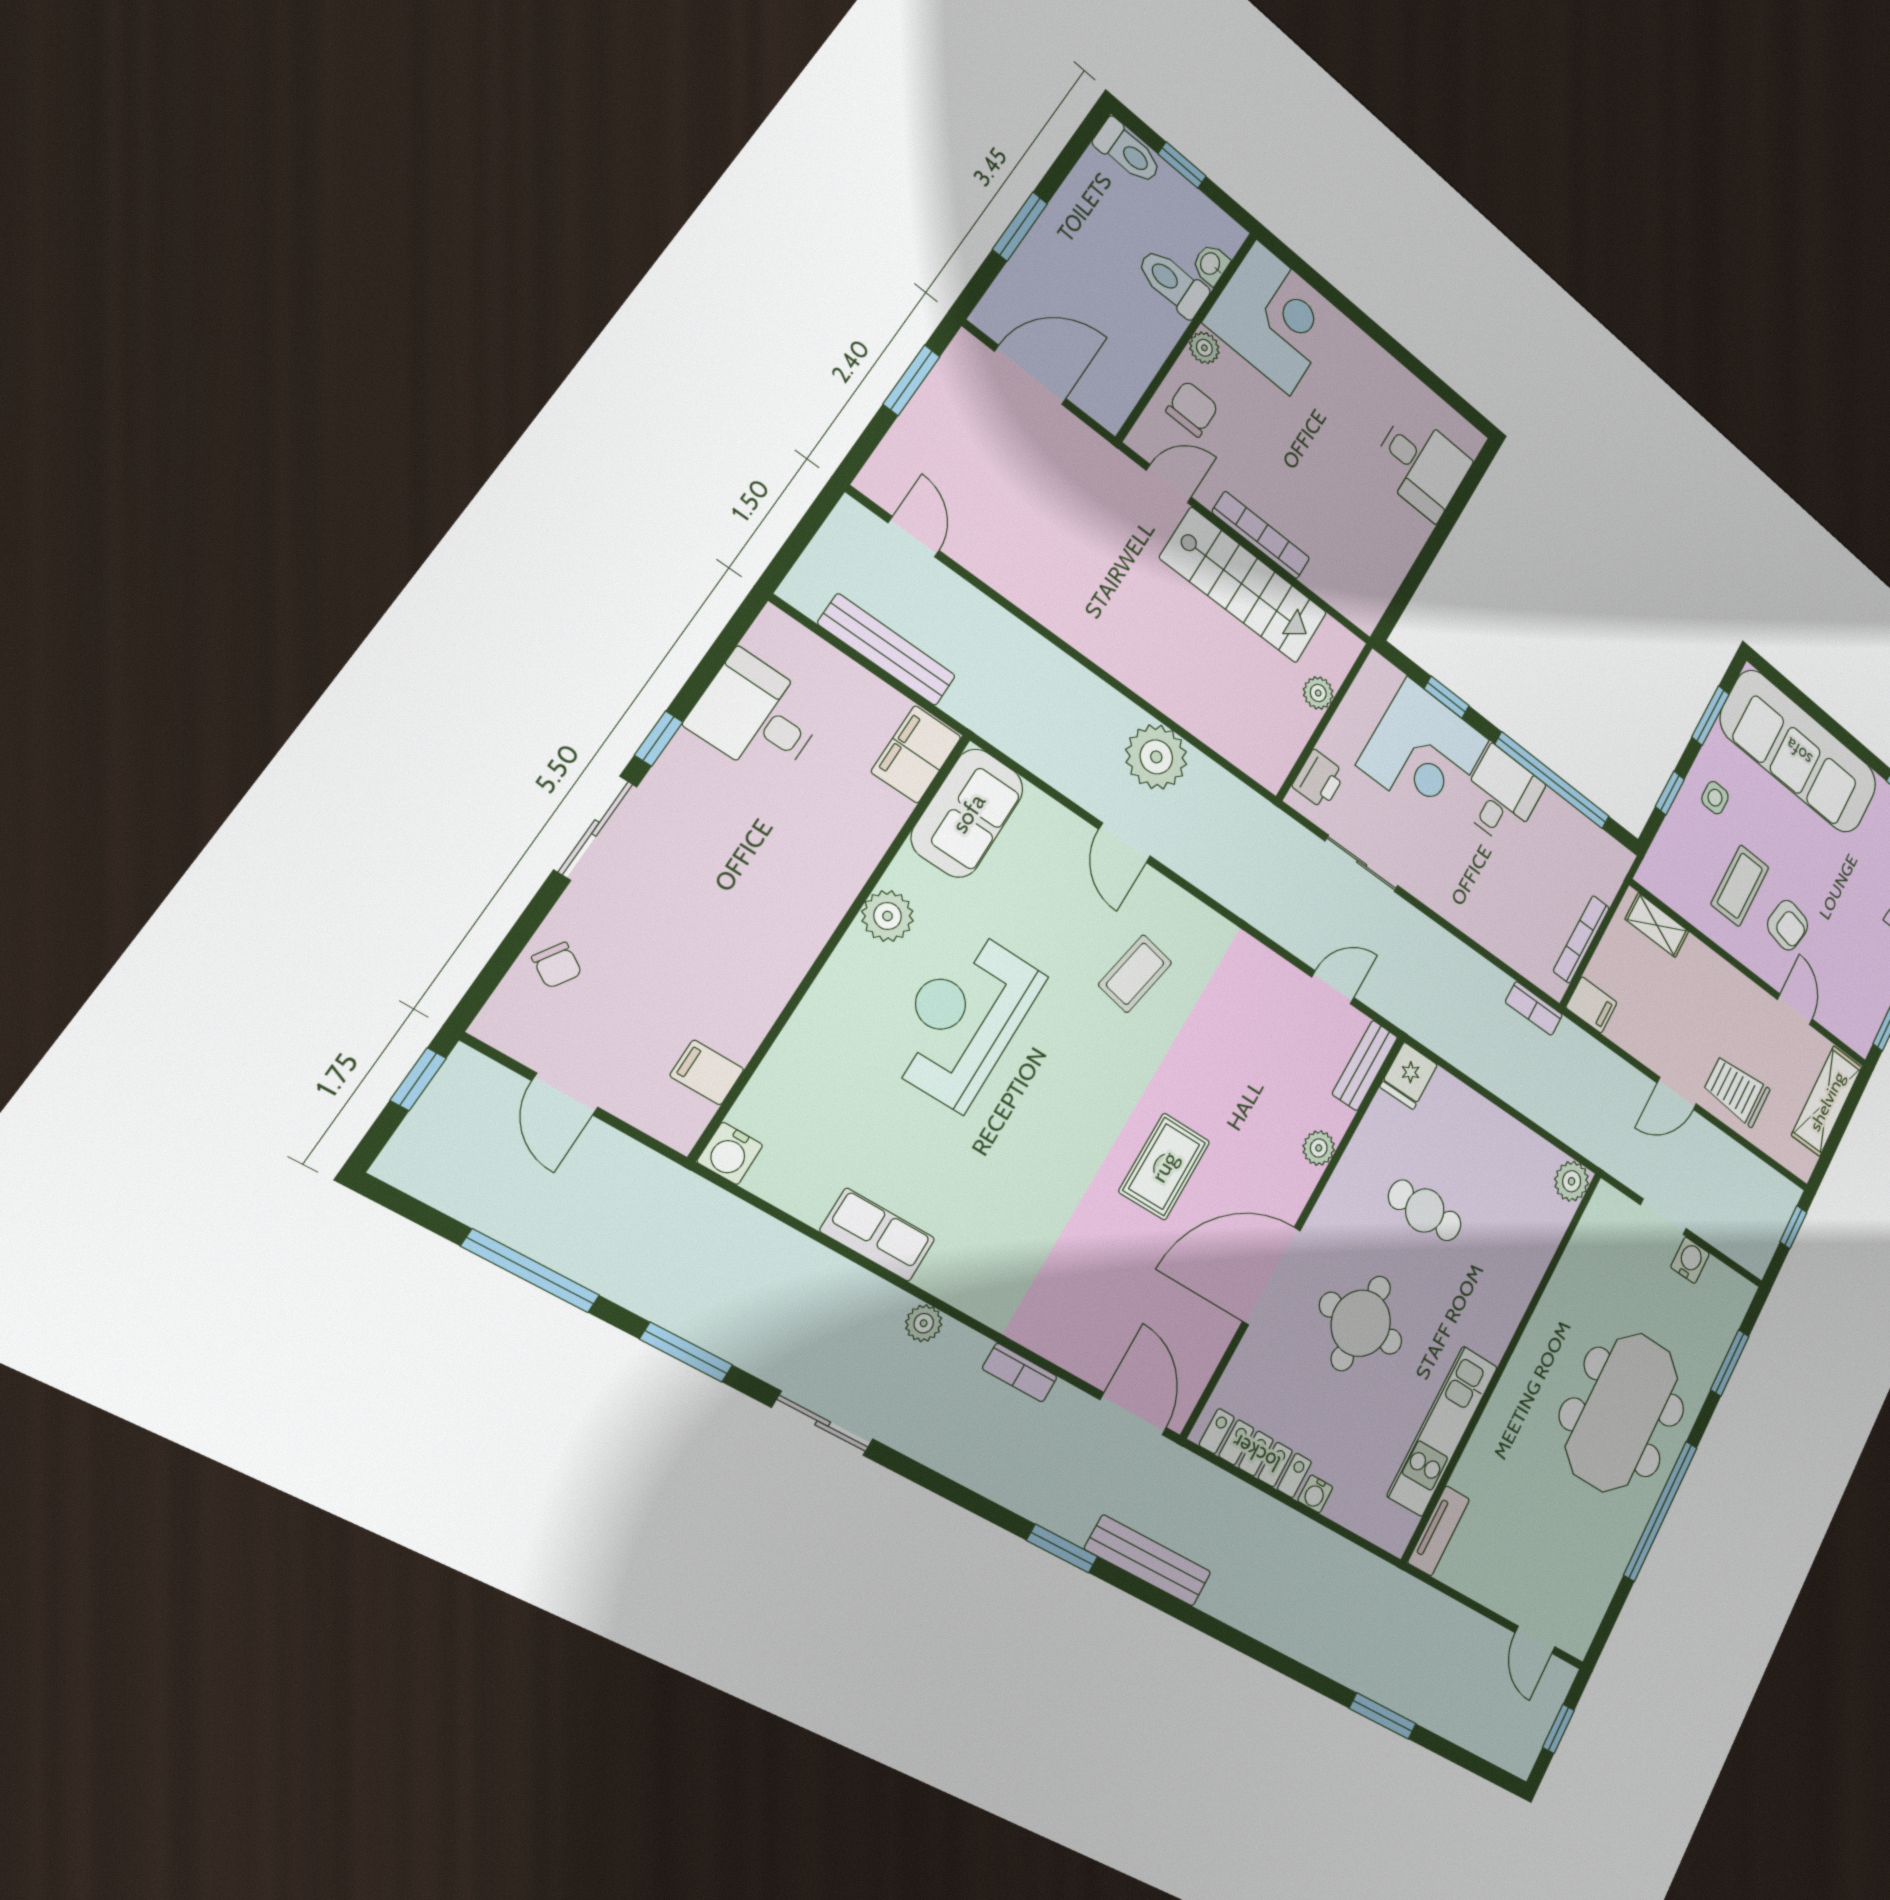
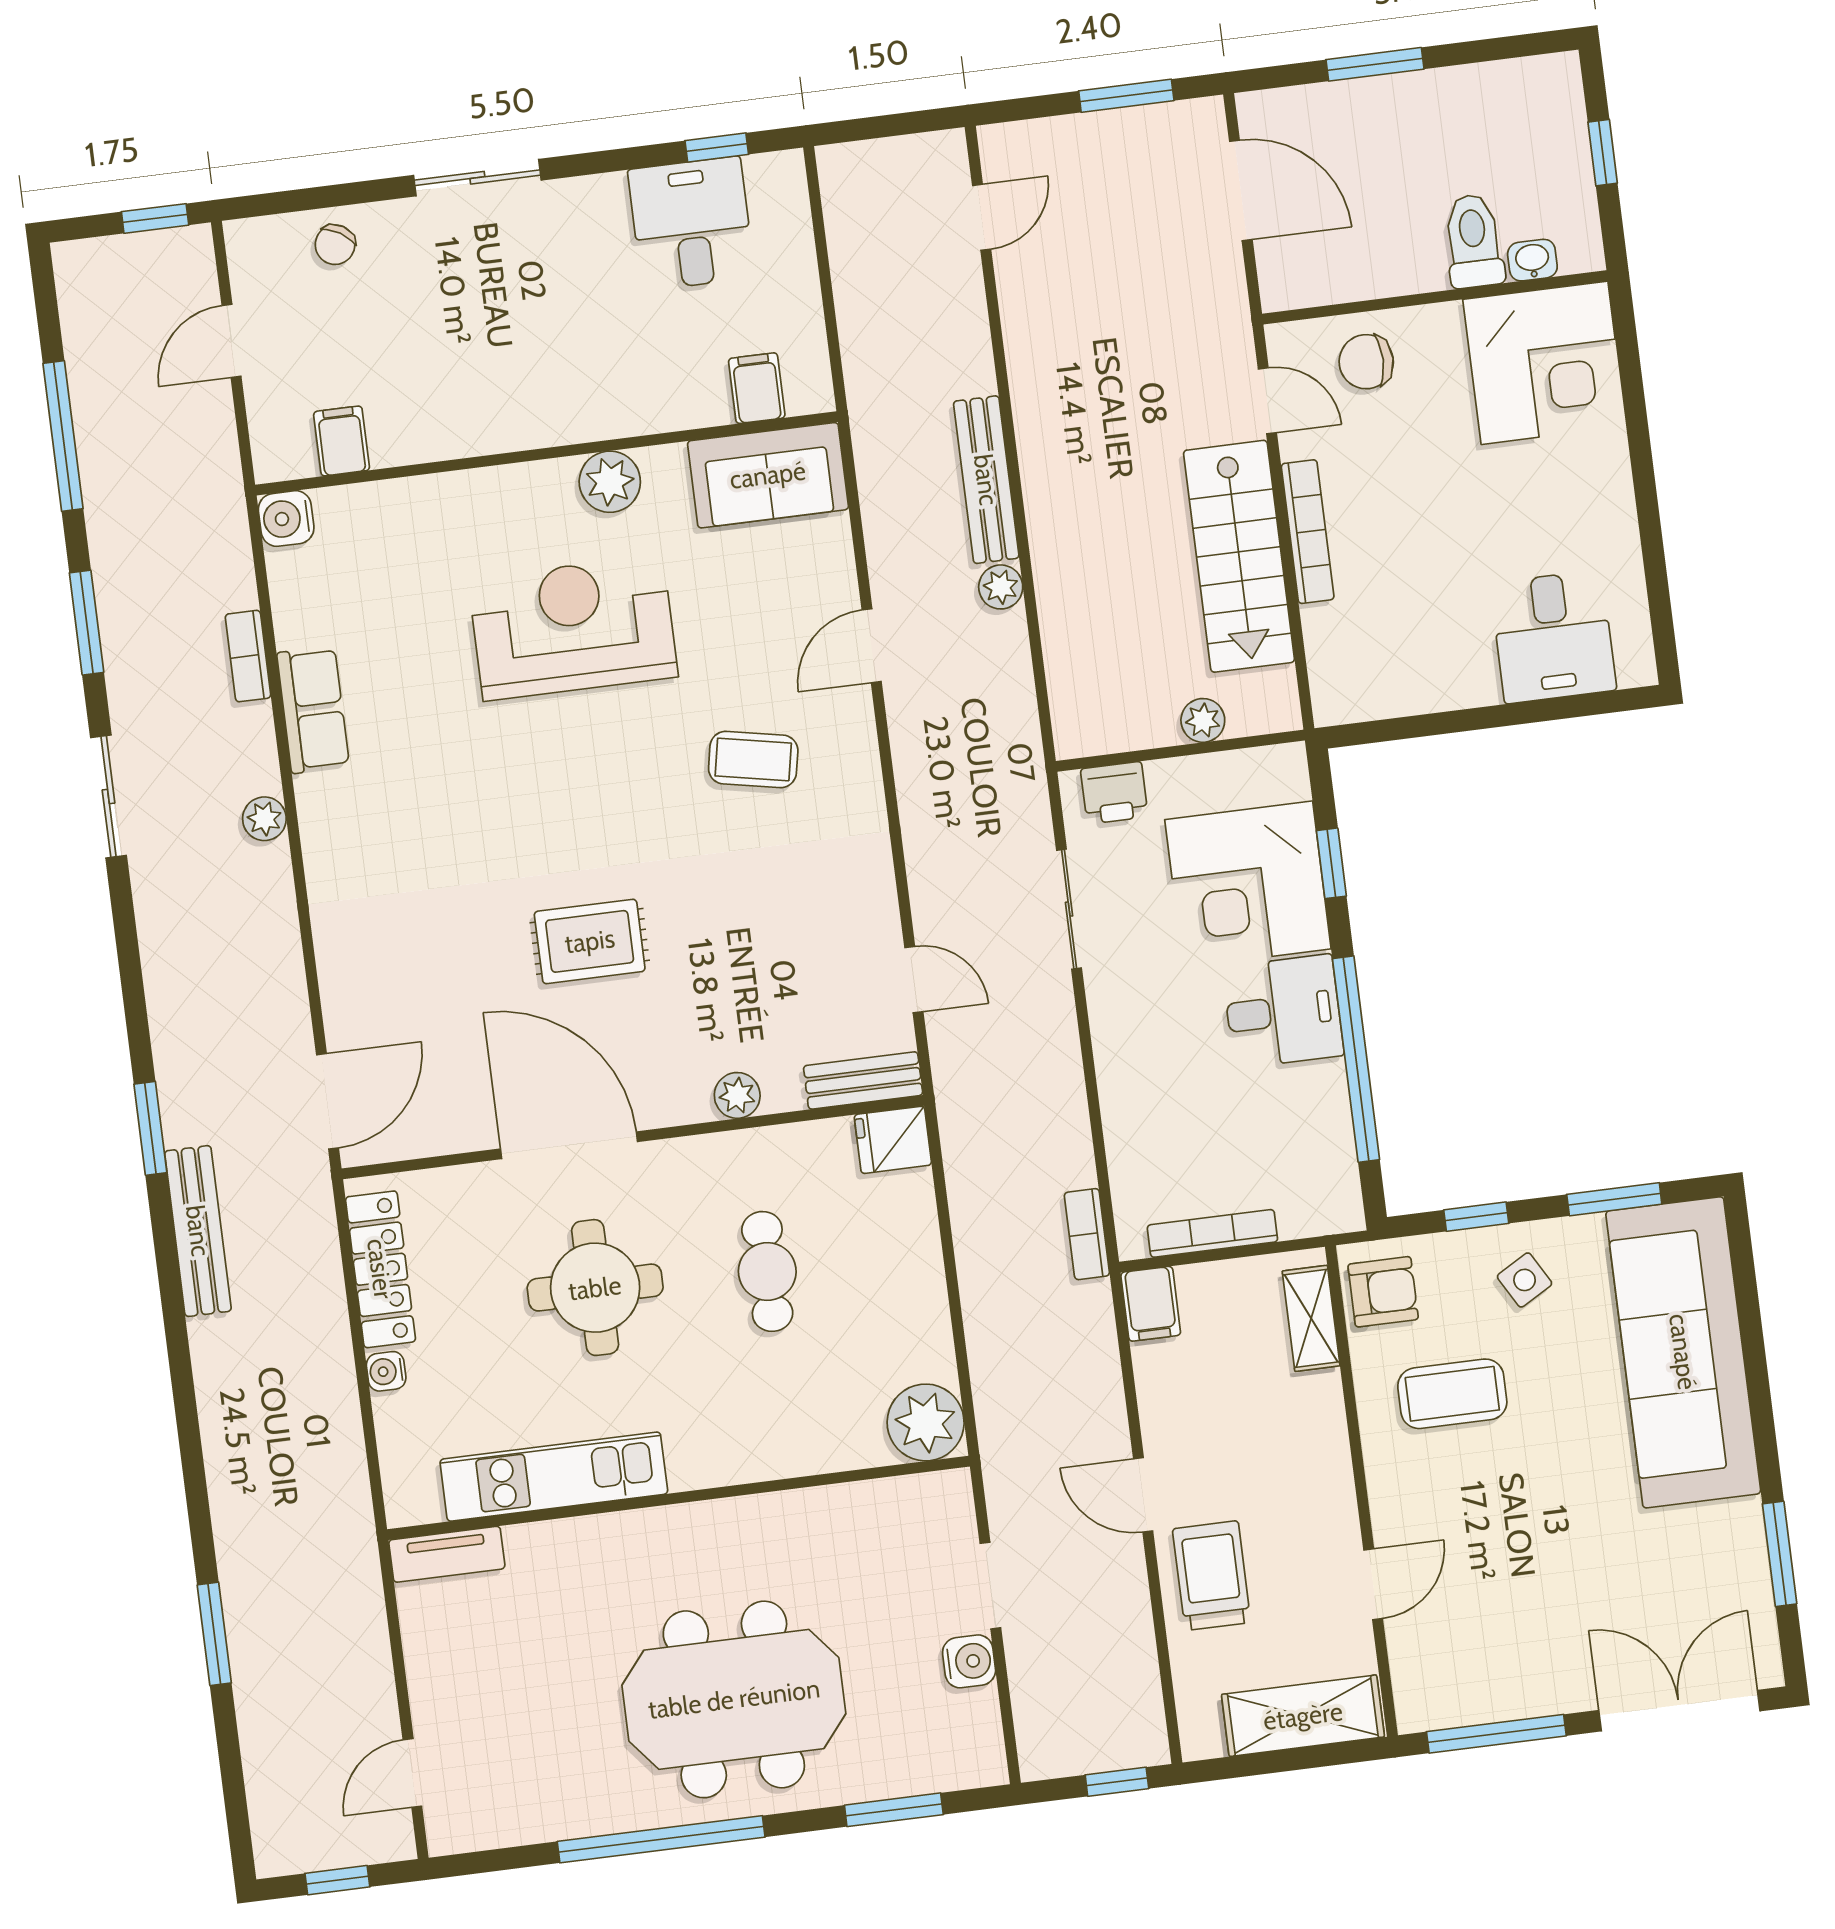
toilet: (1128, 152) -> (1558, 95), removed
plant: (1204, 348) -> (1440, 323), removed
chair: (1192, 409) -> (1366, 362), turned 180
bench: (887, 650) -> (986, 480), moved
window: (659, 738) -> (717, 147), moved
filing cabinet: (916, 754) -> (757, 388), width x0.50
plant: (1156, 757) -> (1001, 587), width x0.53, depth x0.53
side table: (1715, 798) -> (1525, 1280), turned -30
armchair: (1788, 925) -> (1383, 1292), moved, turned -101
plant: (1572, 1181) -> (926, 1422), width x1.36, depth x1.36
bookcase: (1020, 1373) -> (248, 656), moved

